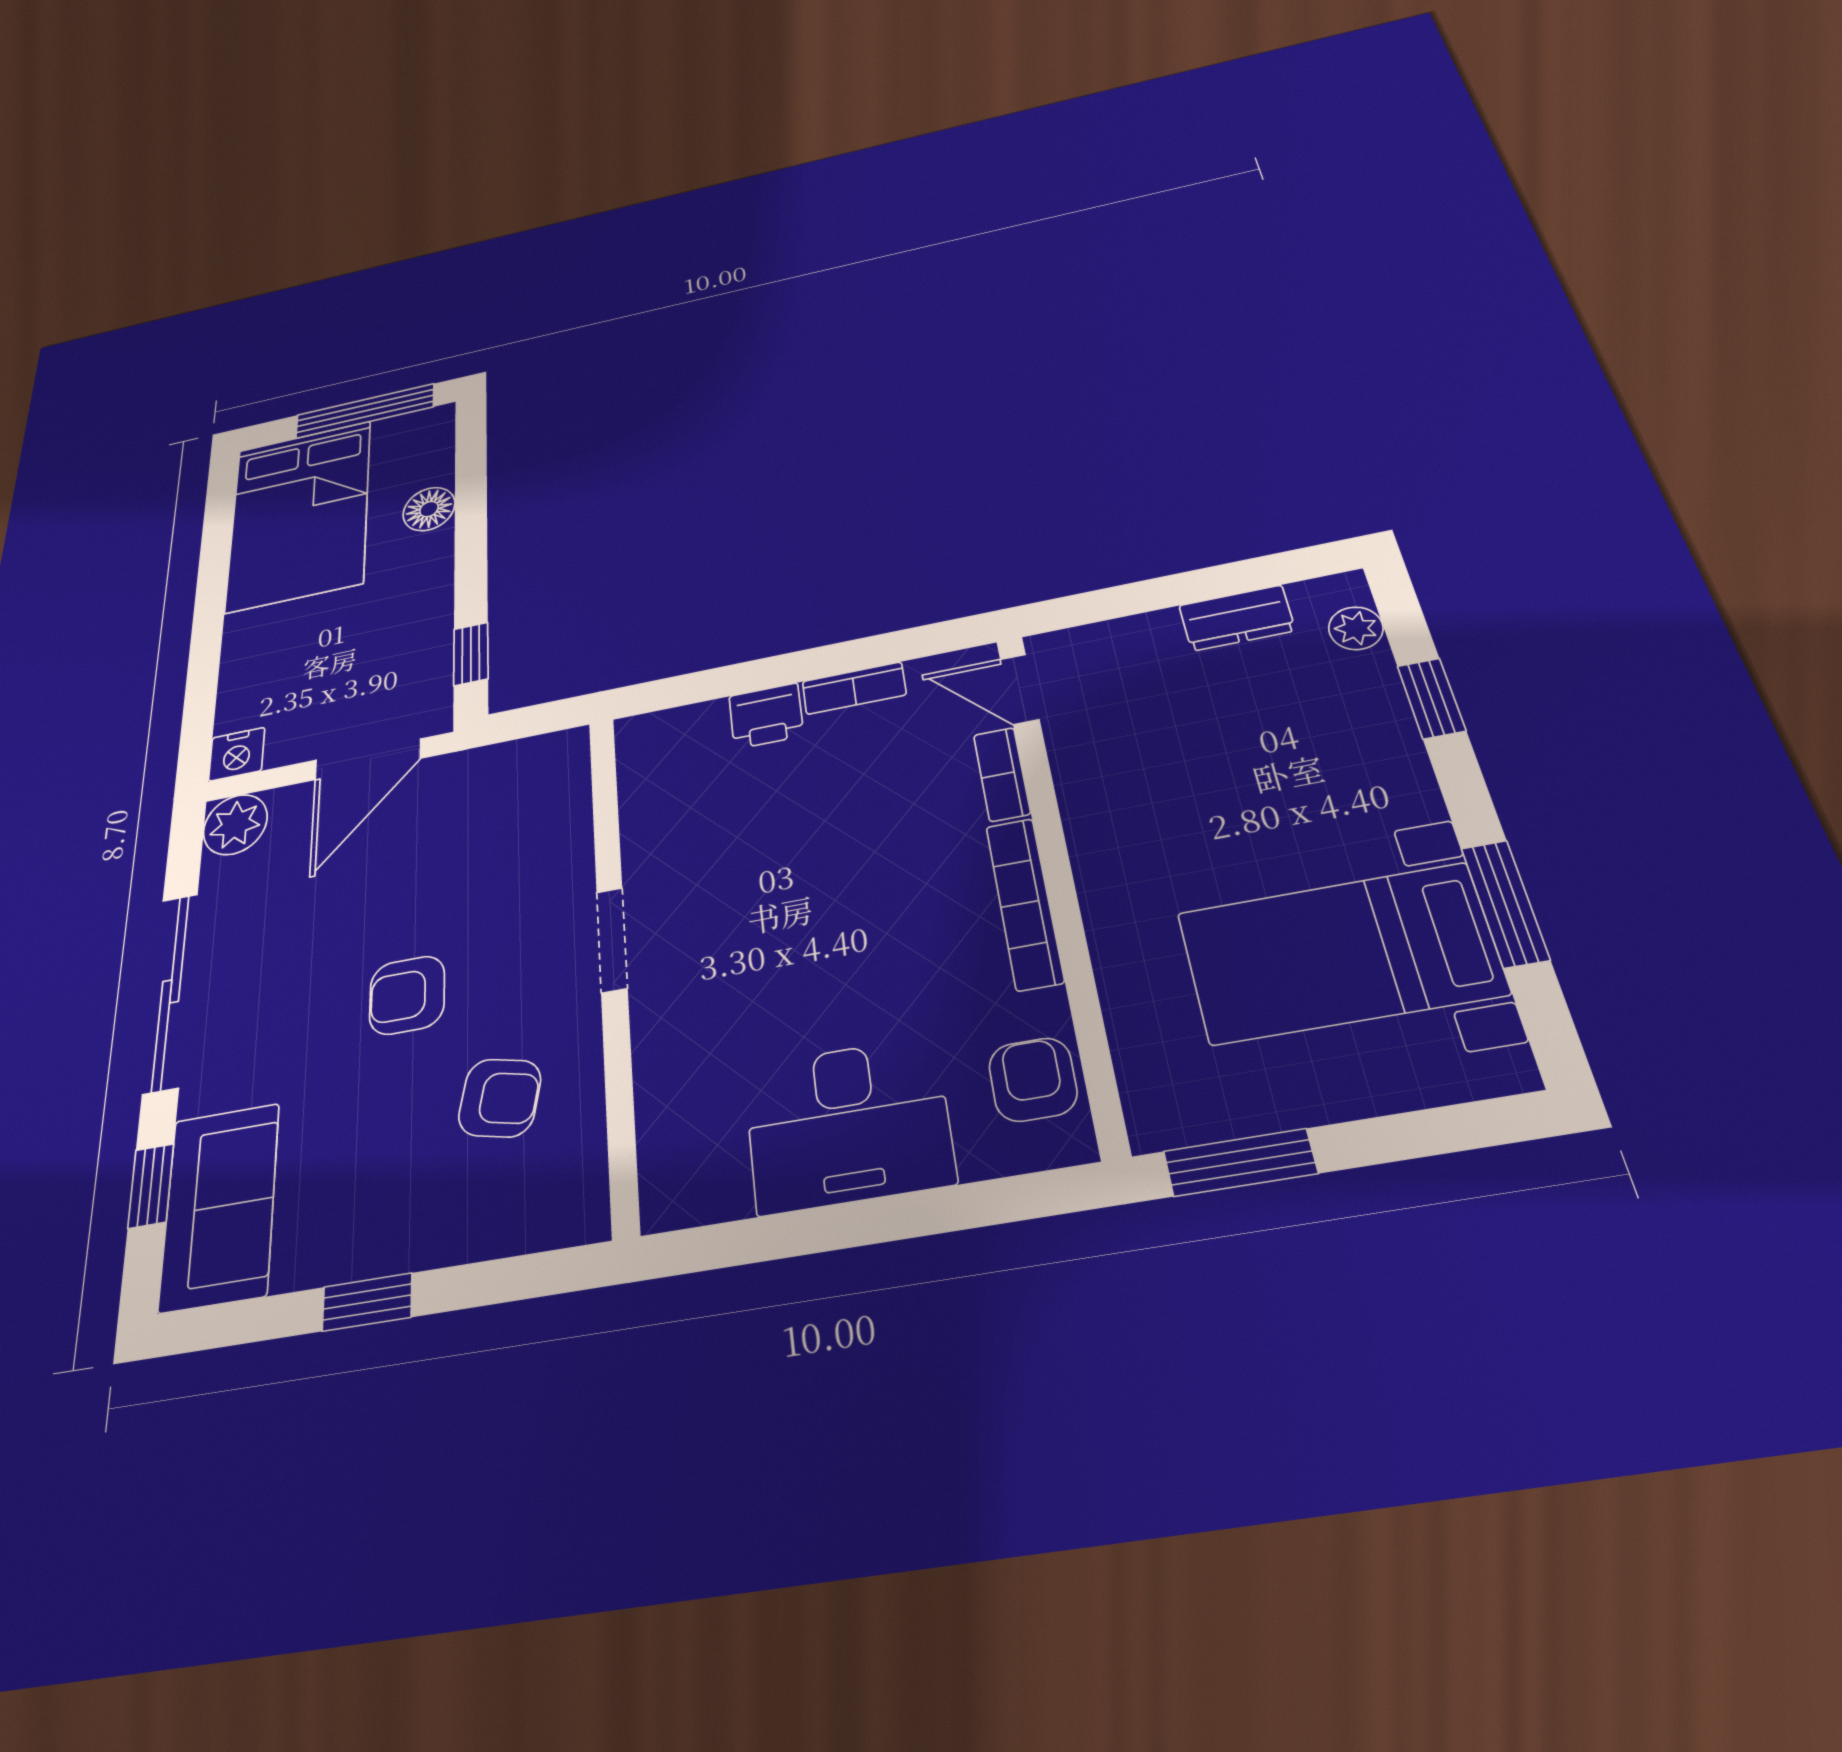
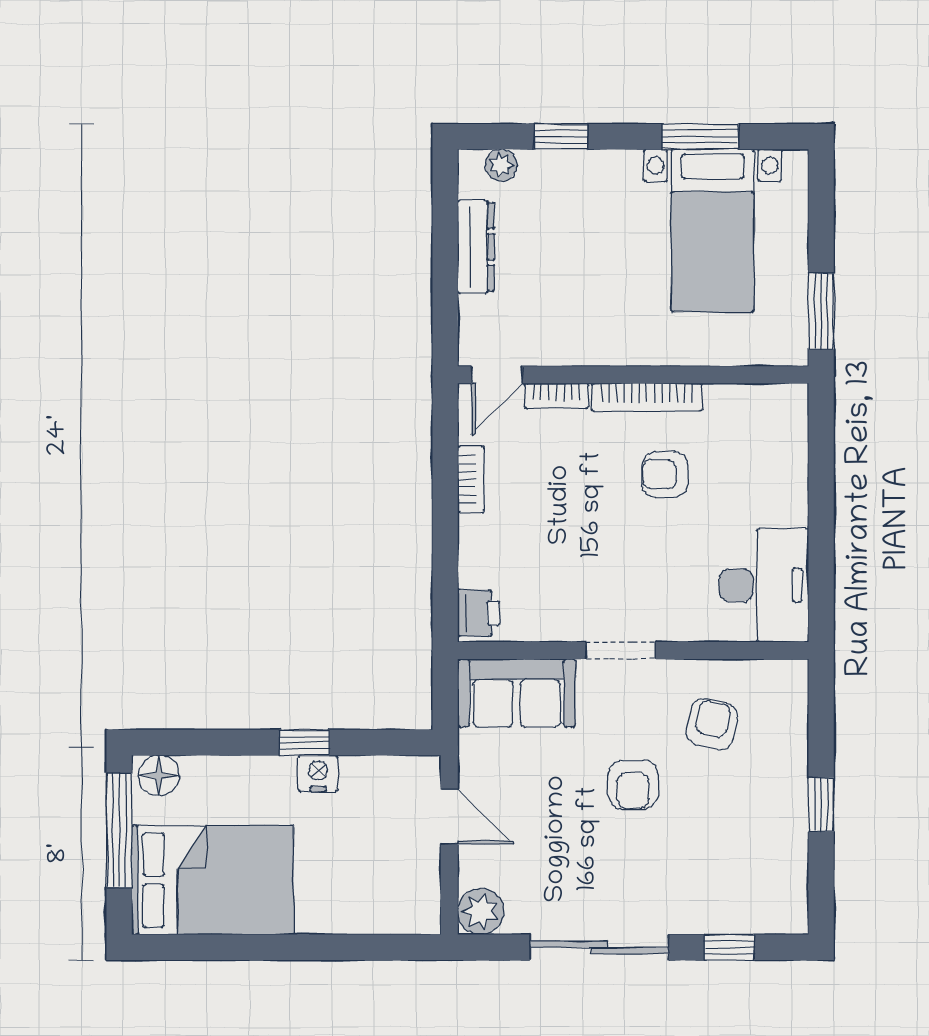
floor lamp: (429, 509) -> (159, 775), moved
dresser: (1237, 618) -> (476, 247), width x1.44
window: (471, 654) -> (304, 742), moved
printer: (766, 716) -> (479, 613), moved
nightstand: (237, 754) -> (318, 773), moved, turned -90
door: (368, 759) -> (449, 817), width x0.73
armchair: (1033, 1080) -> (665, 474), moved
desk: (848, 1124) -> (764, 585), moved
sofa: (220, 1206) -> (517, 693), moved, turned 180

